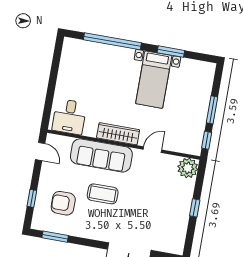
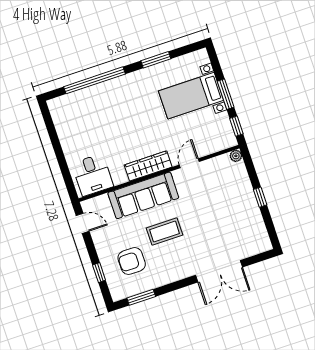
bed with nightstands: (154, 80) -> (191, 96), moved, turned 90
plant: (188, 168) -> (236, 156), width x0.53, depth x0.53

